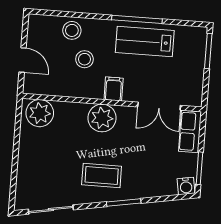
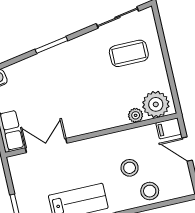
filing cabinet: (114, 89) -> (169, 128), moved, turned 90
plant: (102, 118) -> (136, 115), moved, width x0.53, depth x0.53
coffee table: (102, 175) -> (129, 53), moved

